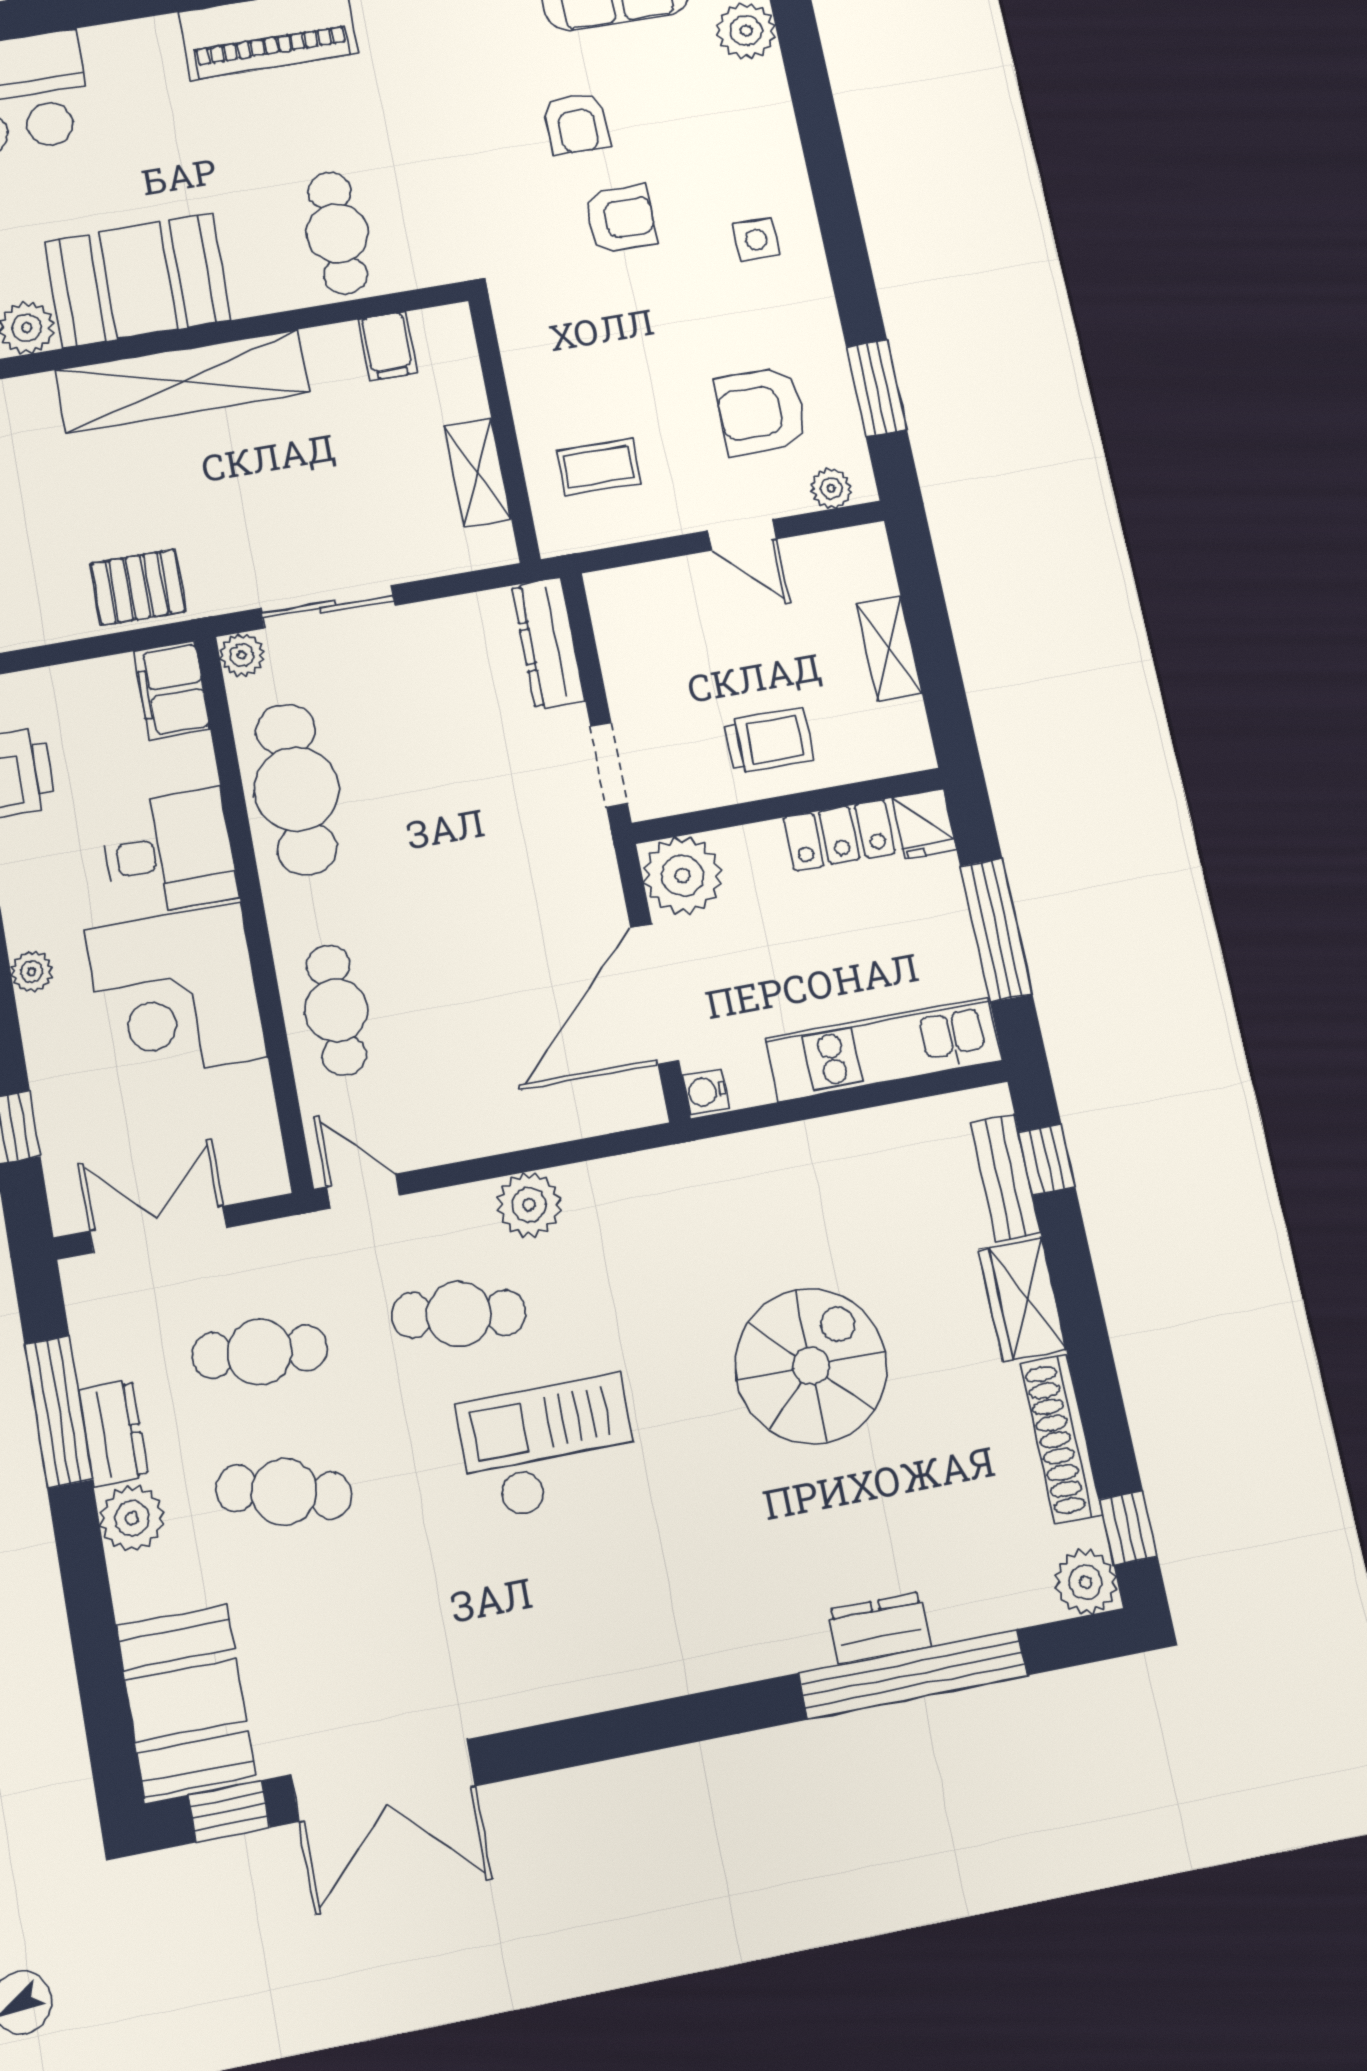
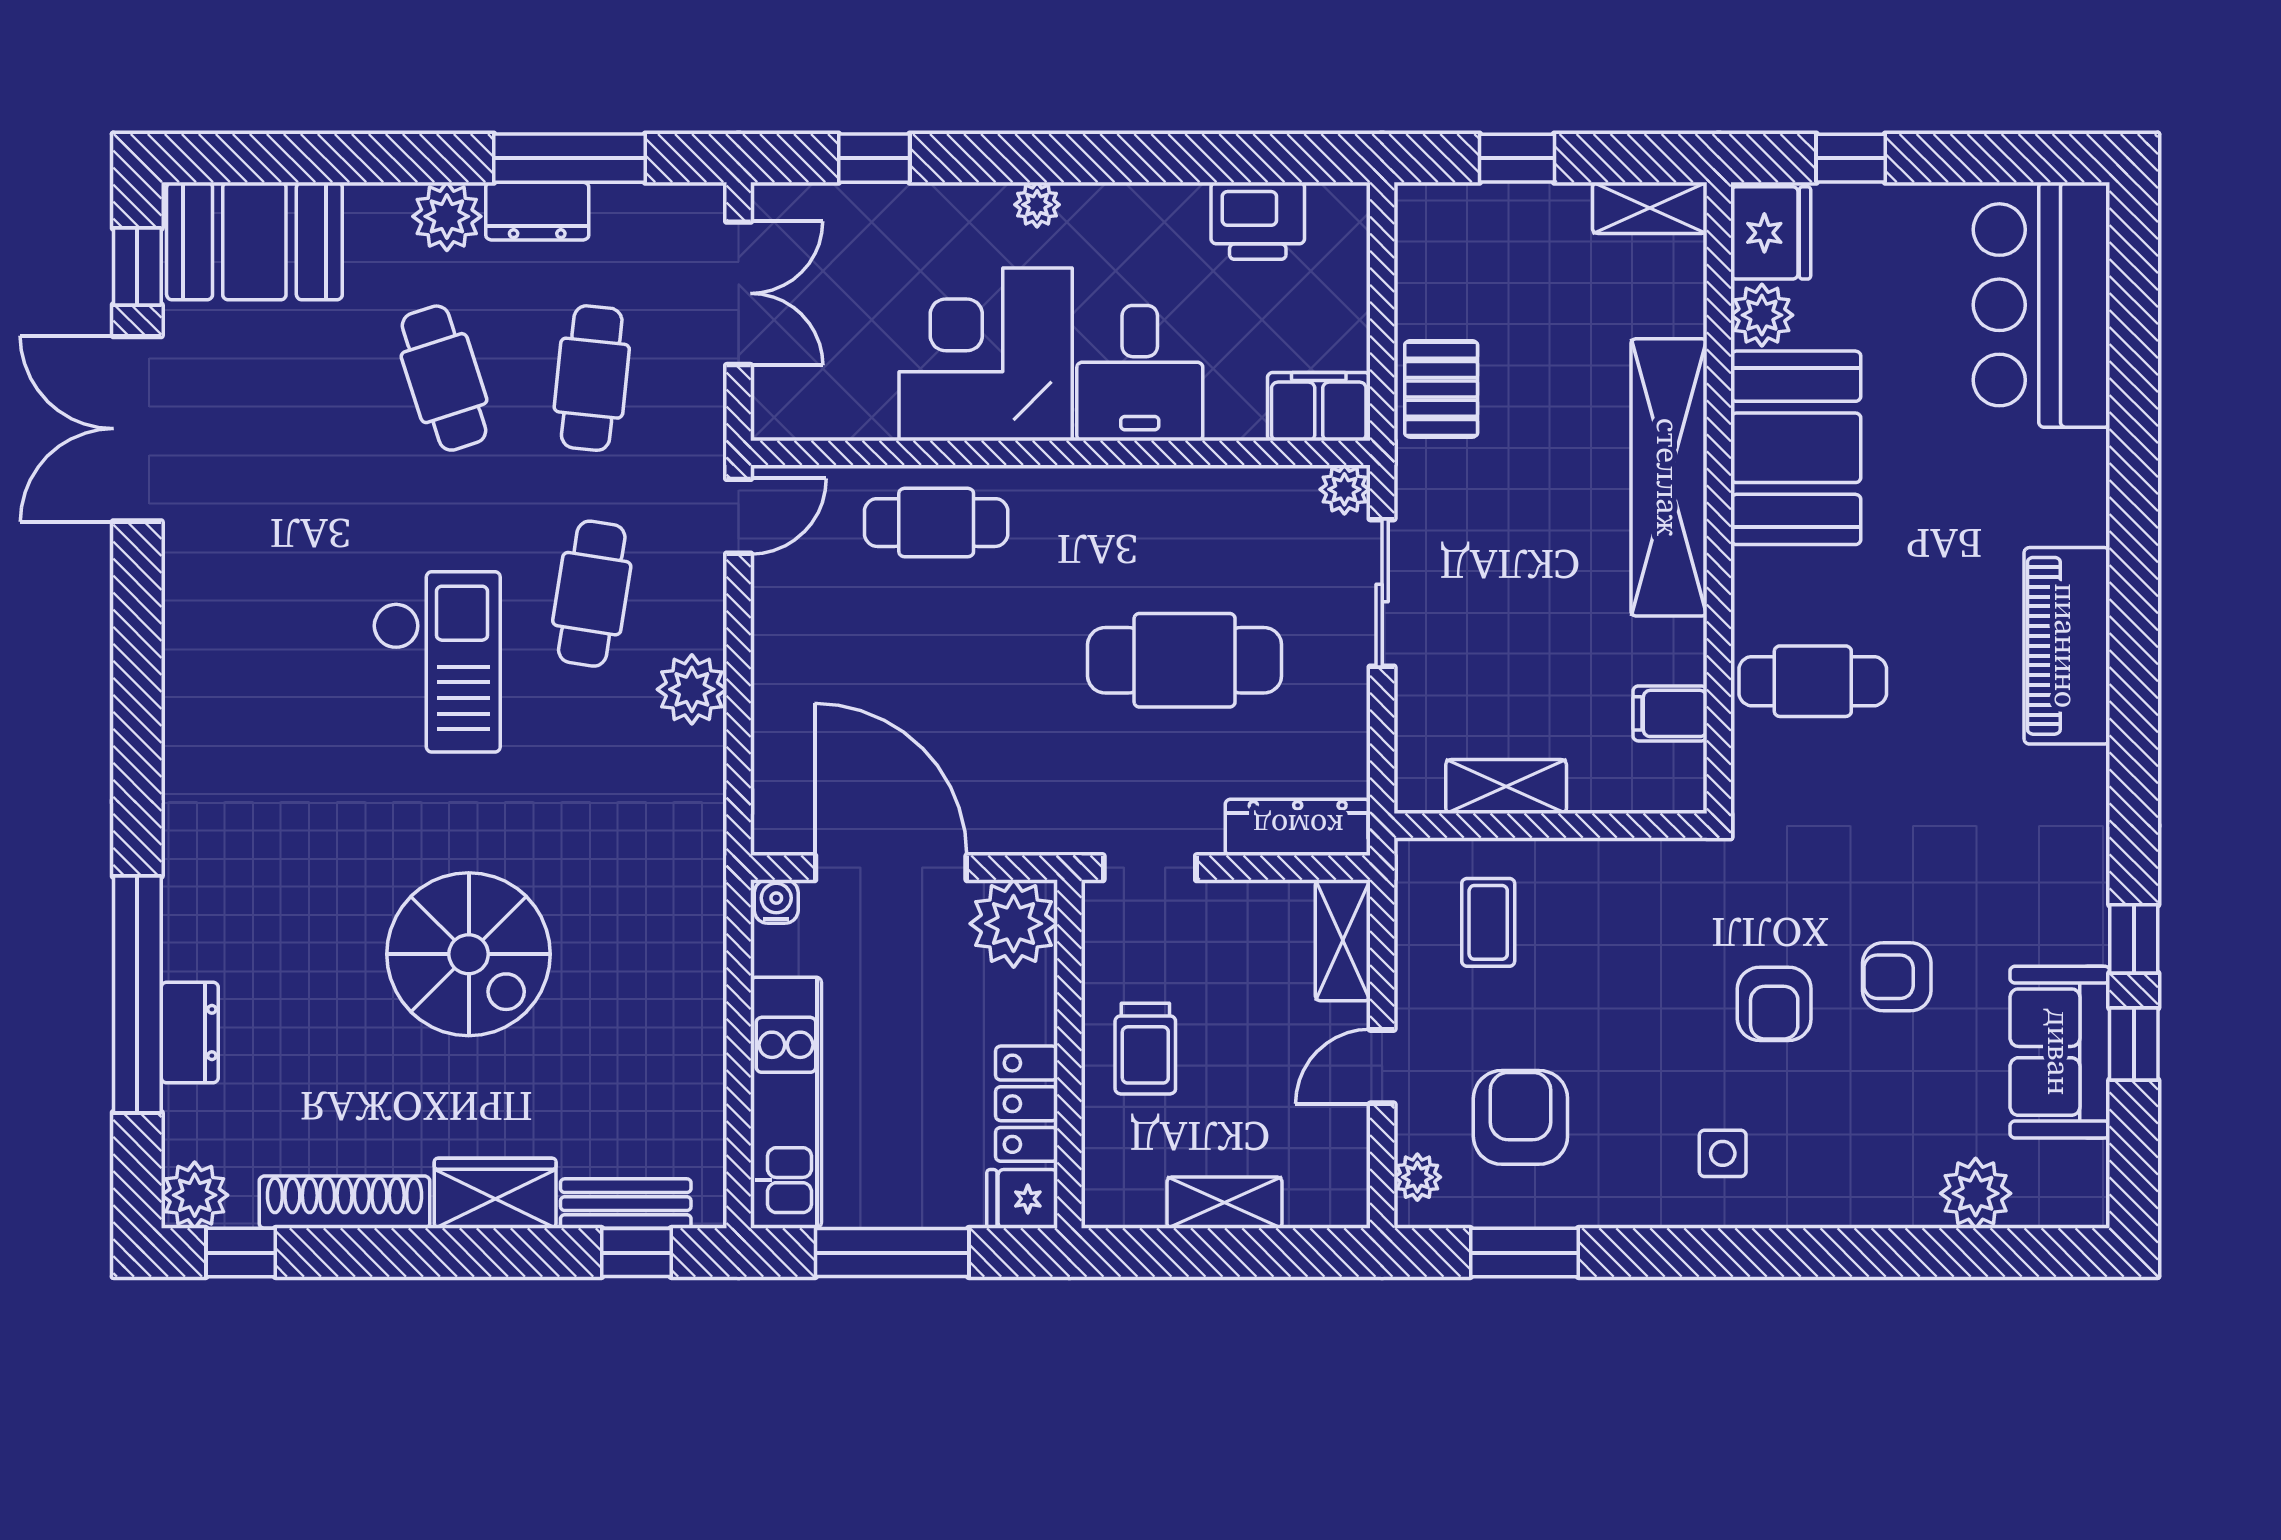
shelving: (639, 587) -> (1343, 940), added
cafe table: (296, 789) -> (1185, 660), moved
cafe table: (284, 1492) -> (444, 378), turned -33
dresser: (880, 1628) -> (190, 1033), moved

